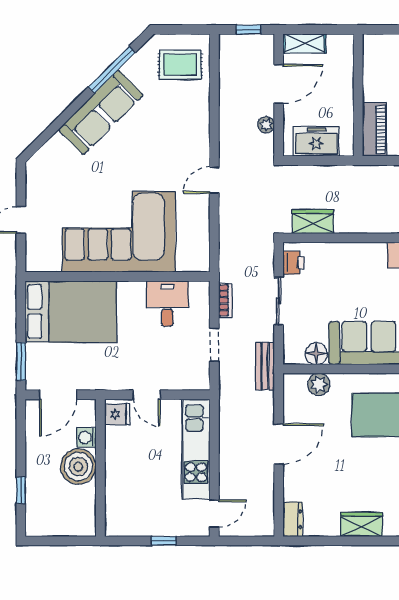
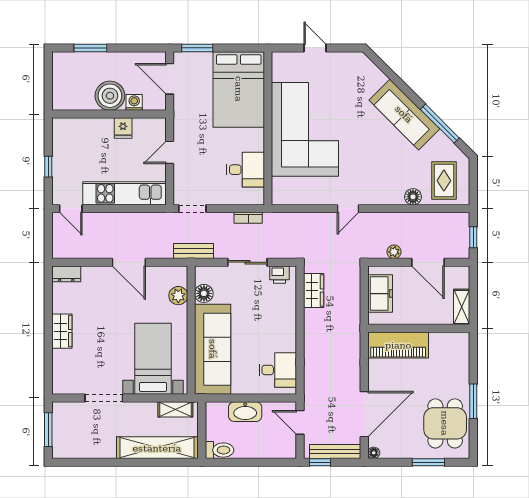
shelving: (304, 43) -> (462, 307), moved
floor lamp: (200, 102) -> (413, 197), added
piano: (374, 130) -> (398, 345), width x1.37, depth x1.33
door: (214, 180) -> (348, 209), swing flipped
doorway: (214, 345) -> (192, 209), moved
fridge: (117, 414) -> (123, 128), moved
window: (21, 490) -> (90, 48), width x1.50

